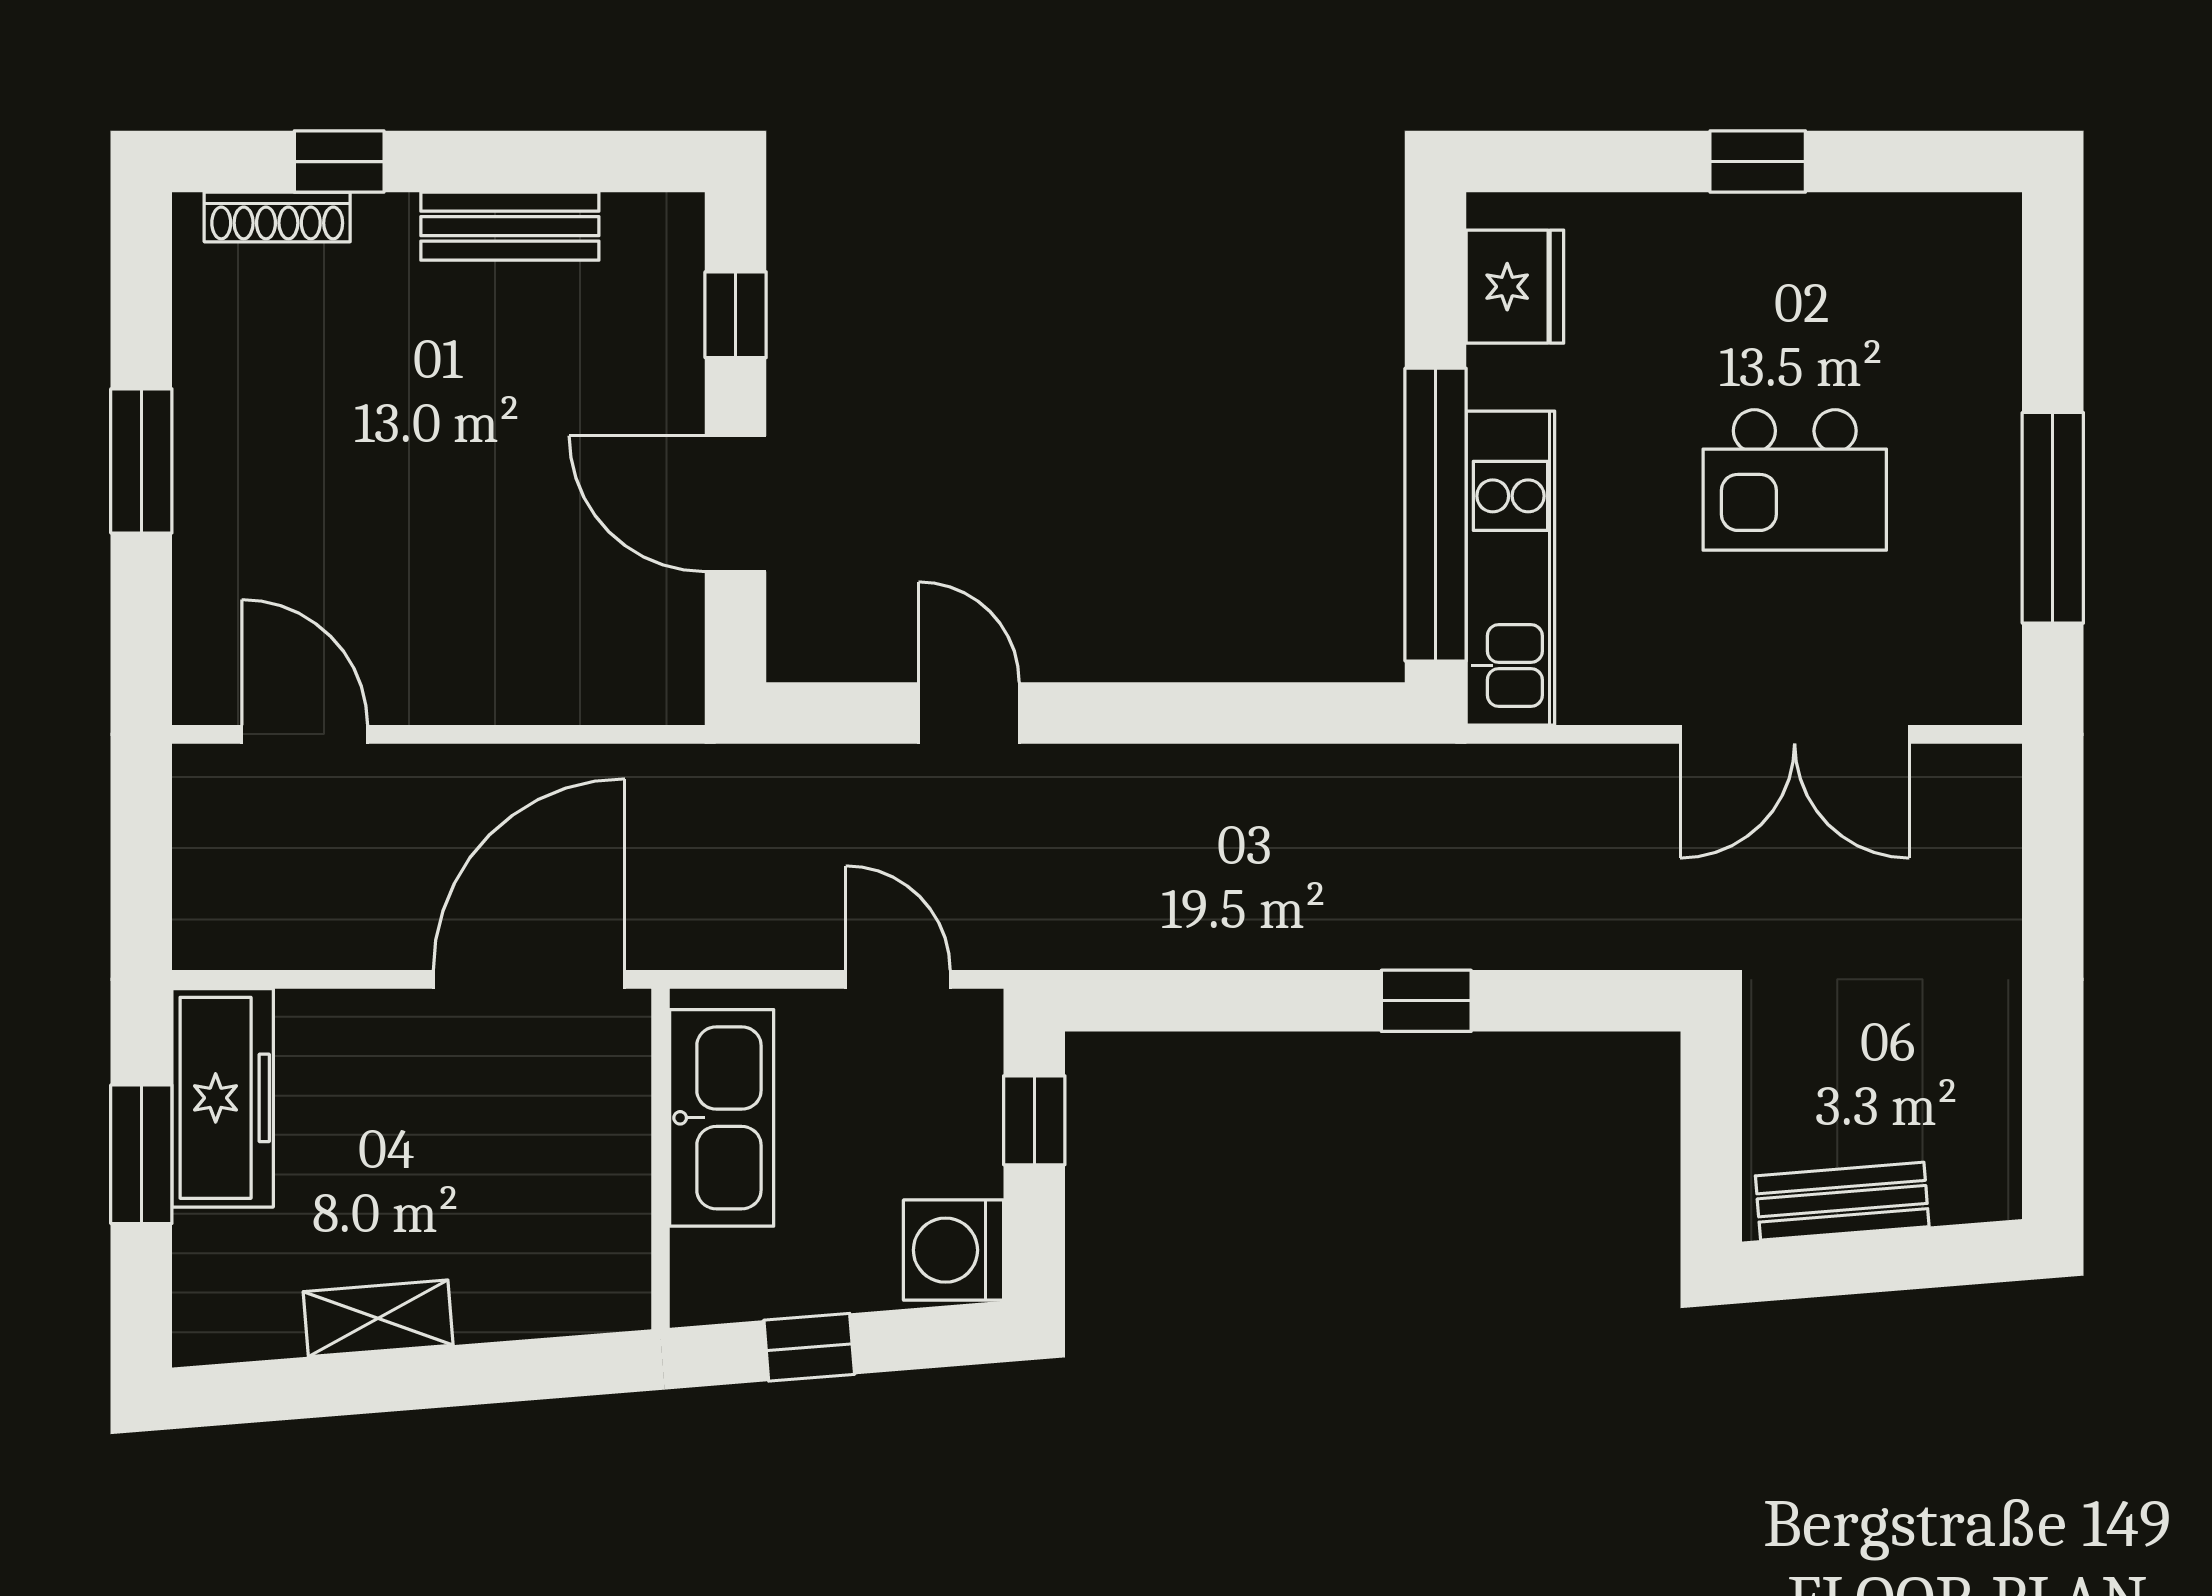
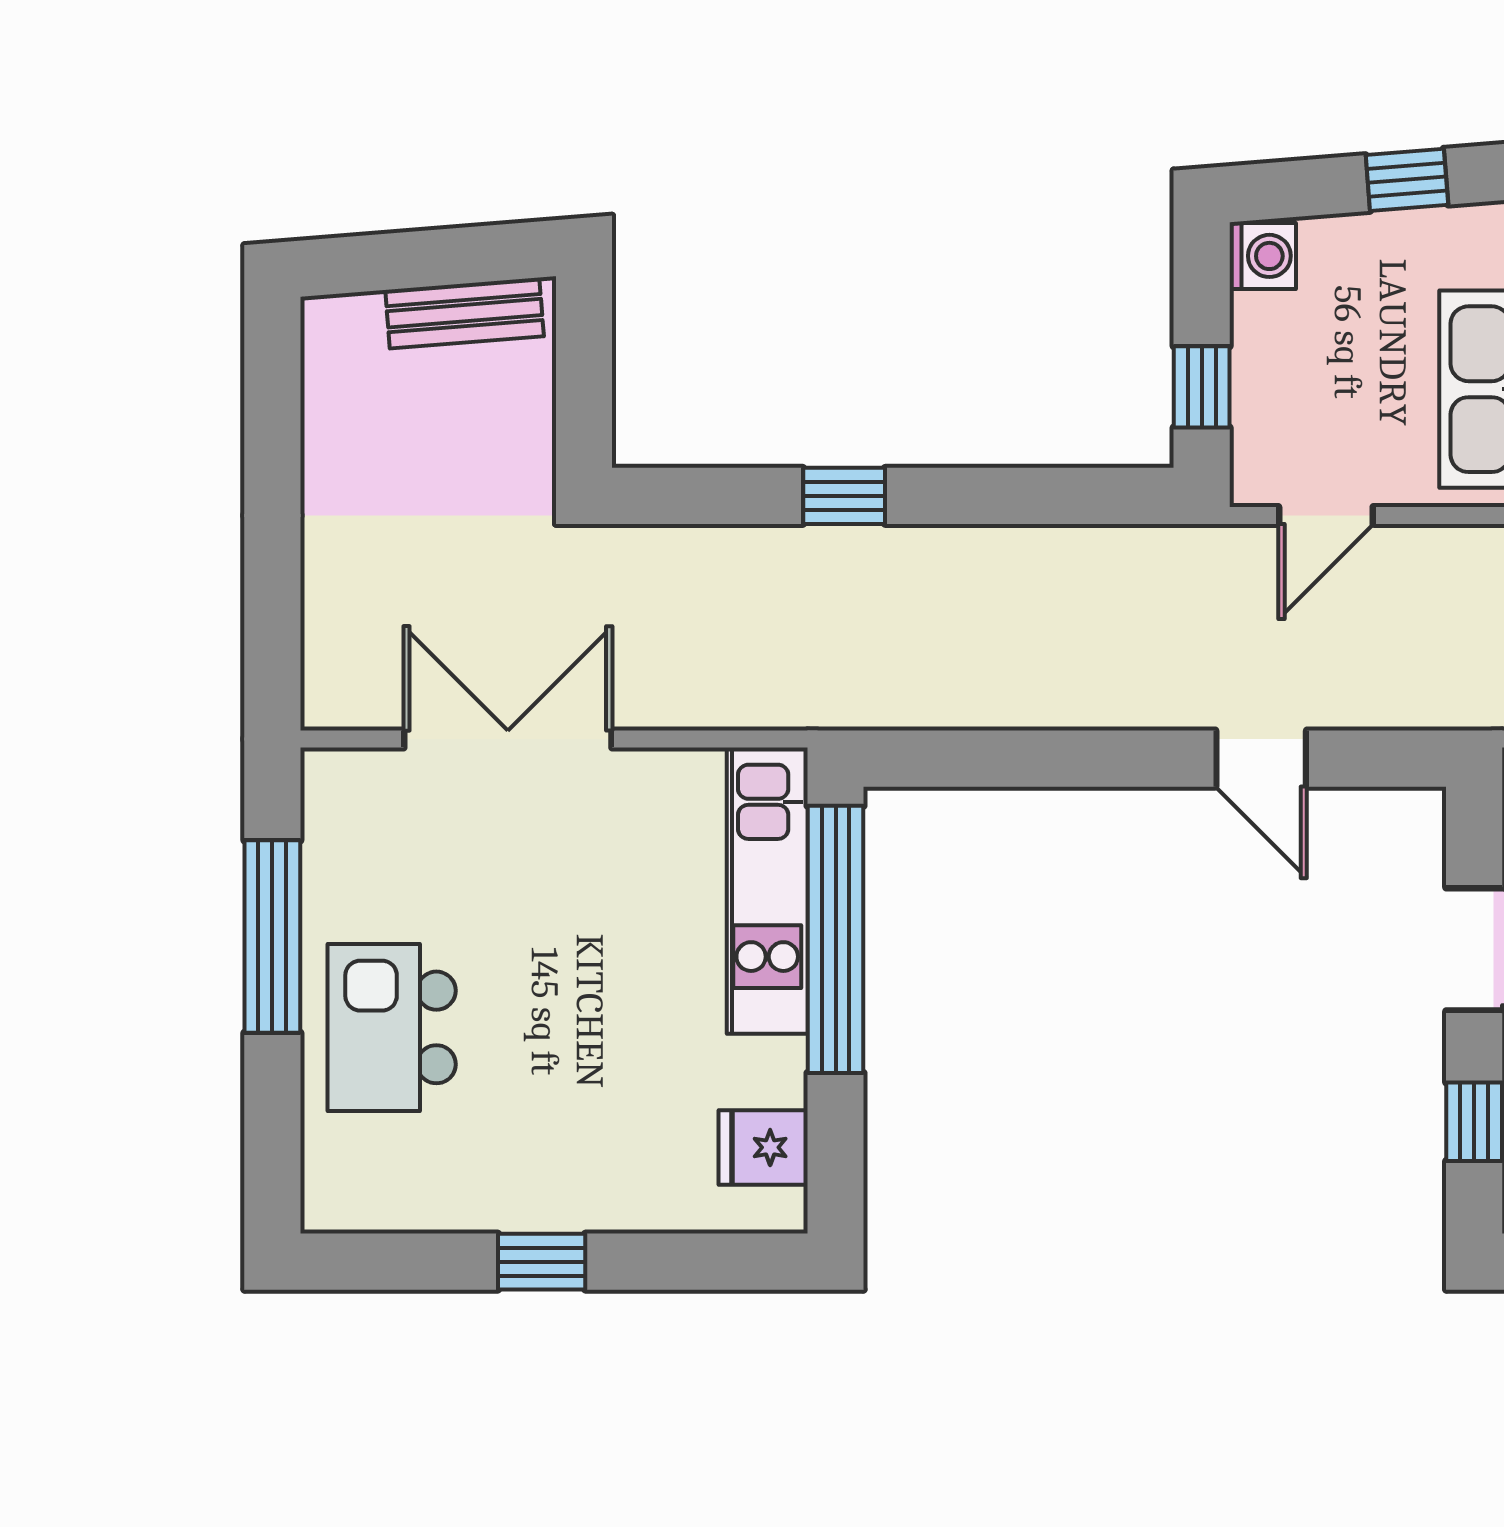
fridge: (1515, 287) -> (763, 1147), width x0.72
kitchen island: (1795, 480) -> (392, 1027), moved, turned -90
door: (898, 979) -> (1326, 515), hinge flipped
washing machine: (954, 1250) -> (1263, 256), width x0.73, depth x0.73

